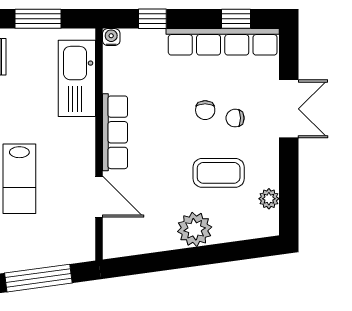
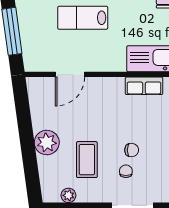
chair: (205, 110) -> (132, 150), turned 180
row of seats: (115, 132) -> (144, 86), moved, width x0.68

